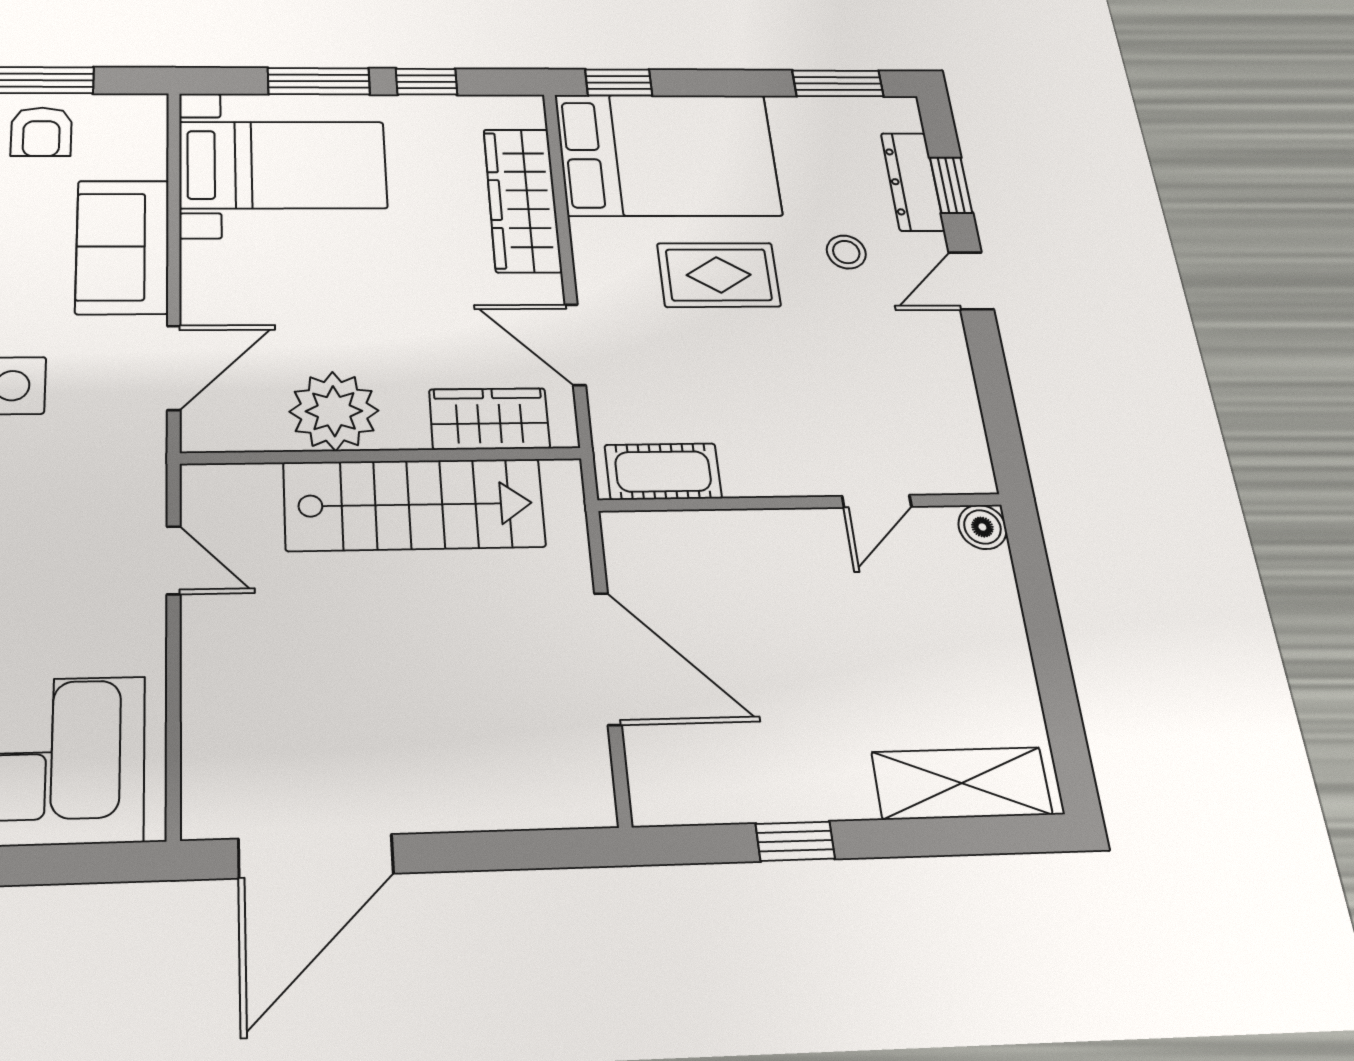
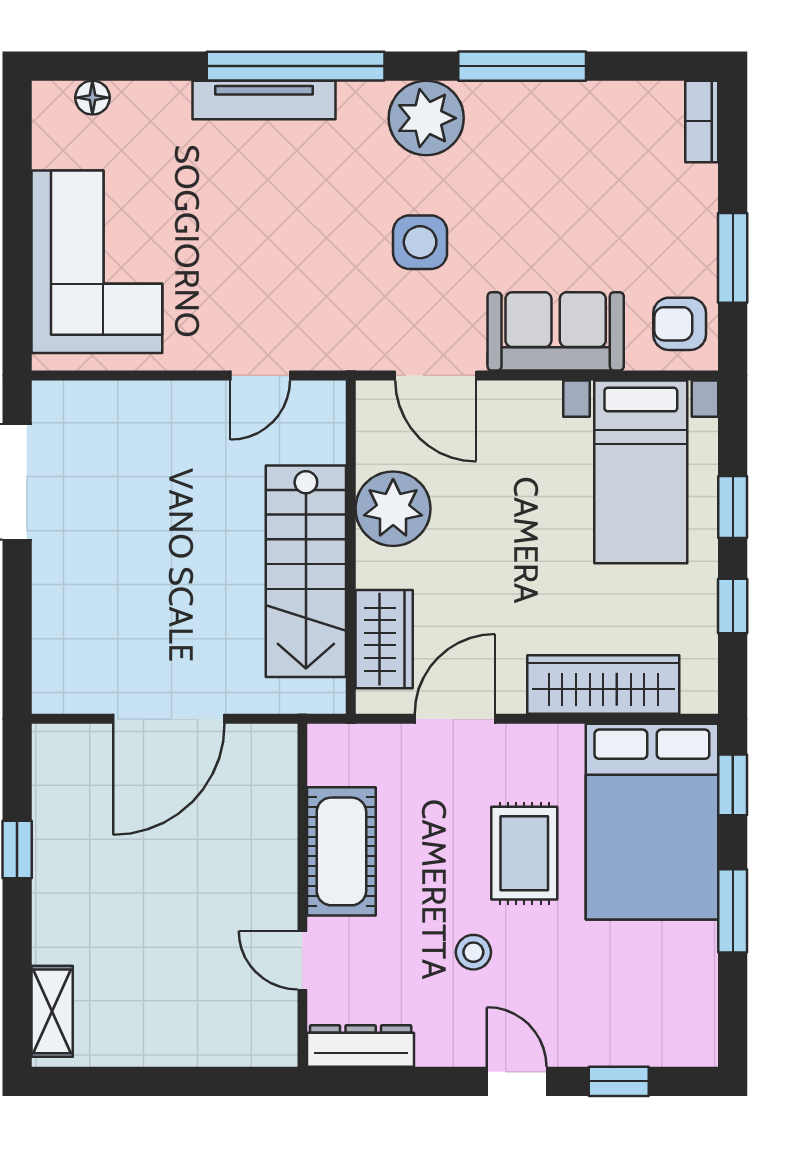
window: (319, 81) -> (733, 507), width x0.67
window: (838, 83) -> (733, 911), moved
armchair: (41, 132) -> (680, 324), moved
dresser: (913, 182) -> (361, 1046), moved
stool: (846, 252) -> (473, 952), moved
cot: (663, 471) -> (341, 851), moved, width x1.37, depth x1.34
boiler: (982, 527) -> (277, 1047), removed
shelving: (962, 783) -> (52, 1011), width x0.67, depth x0.75

